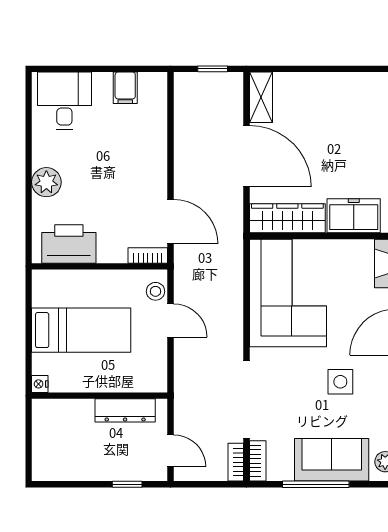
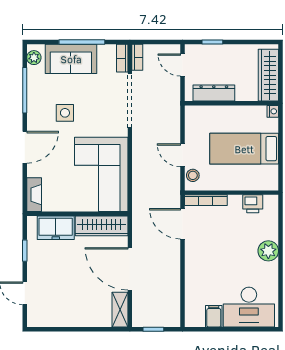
desk: (64, 101) -> (249, 307), width x1.37
printer: (69, 244) -> (253, 204), width x0.53, depth x0.68
bookcase: (148, 256) -> (206, 200), width x1.56
wardrobe: (46, 436) -> (268, 75), added

